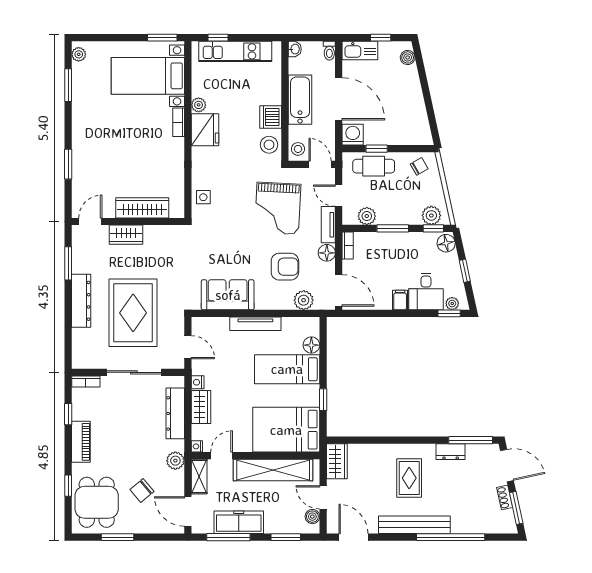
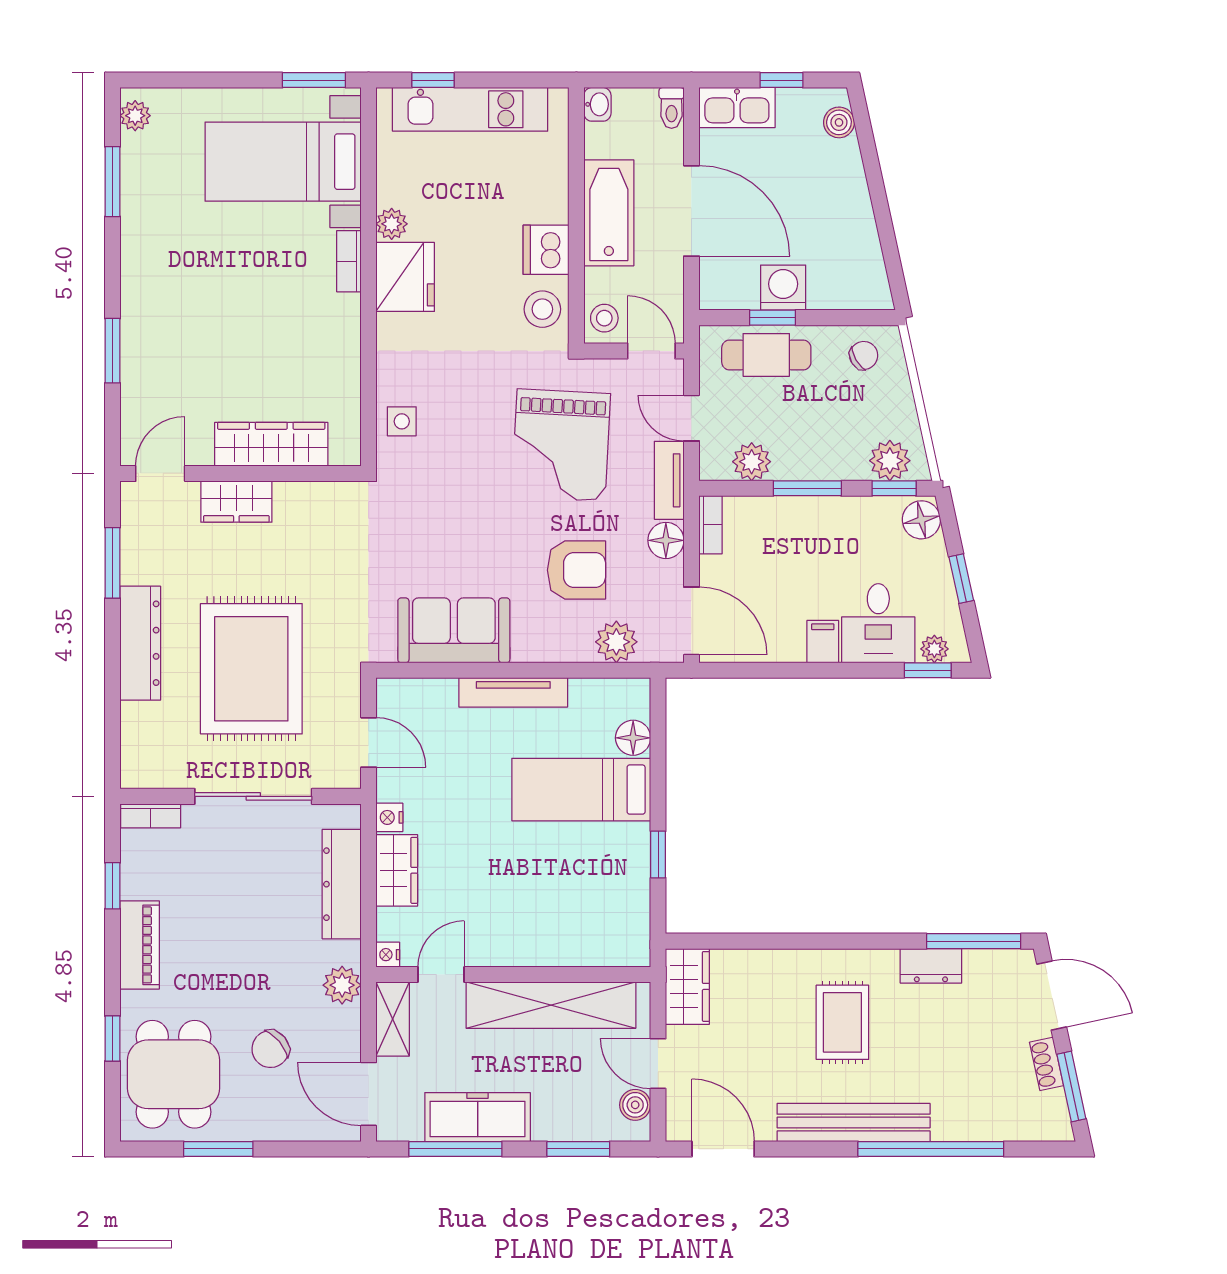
washing machine: (353, 135) -> (783, 288), moved
bed: (286, 430) -> (579, 919), removed

